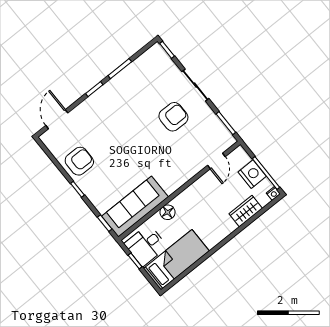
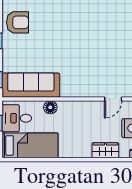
armchair: (173, 117) -> (108, 44), removed

